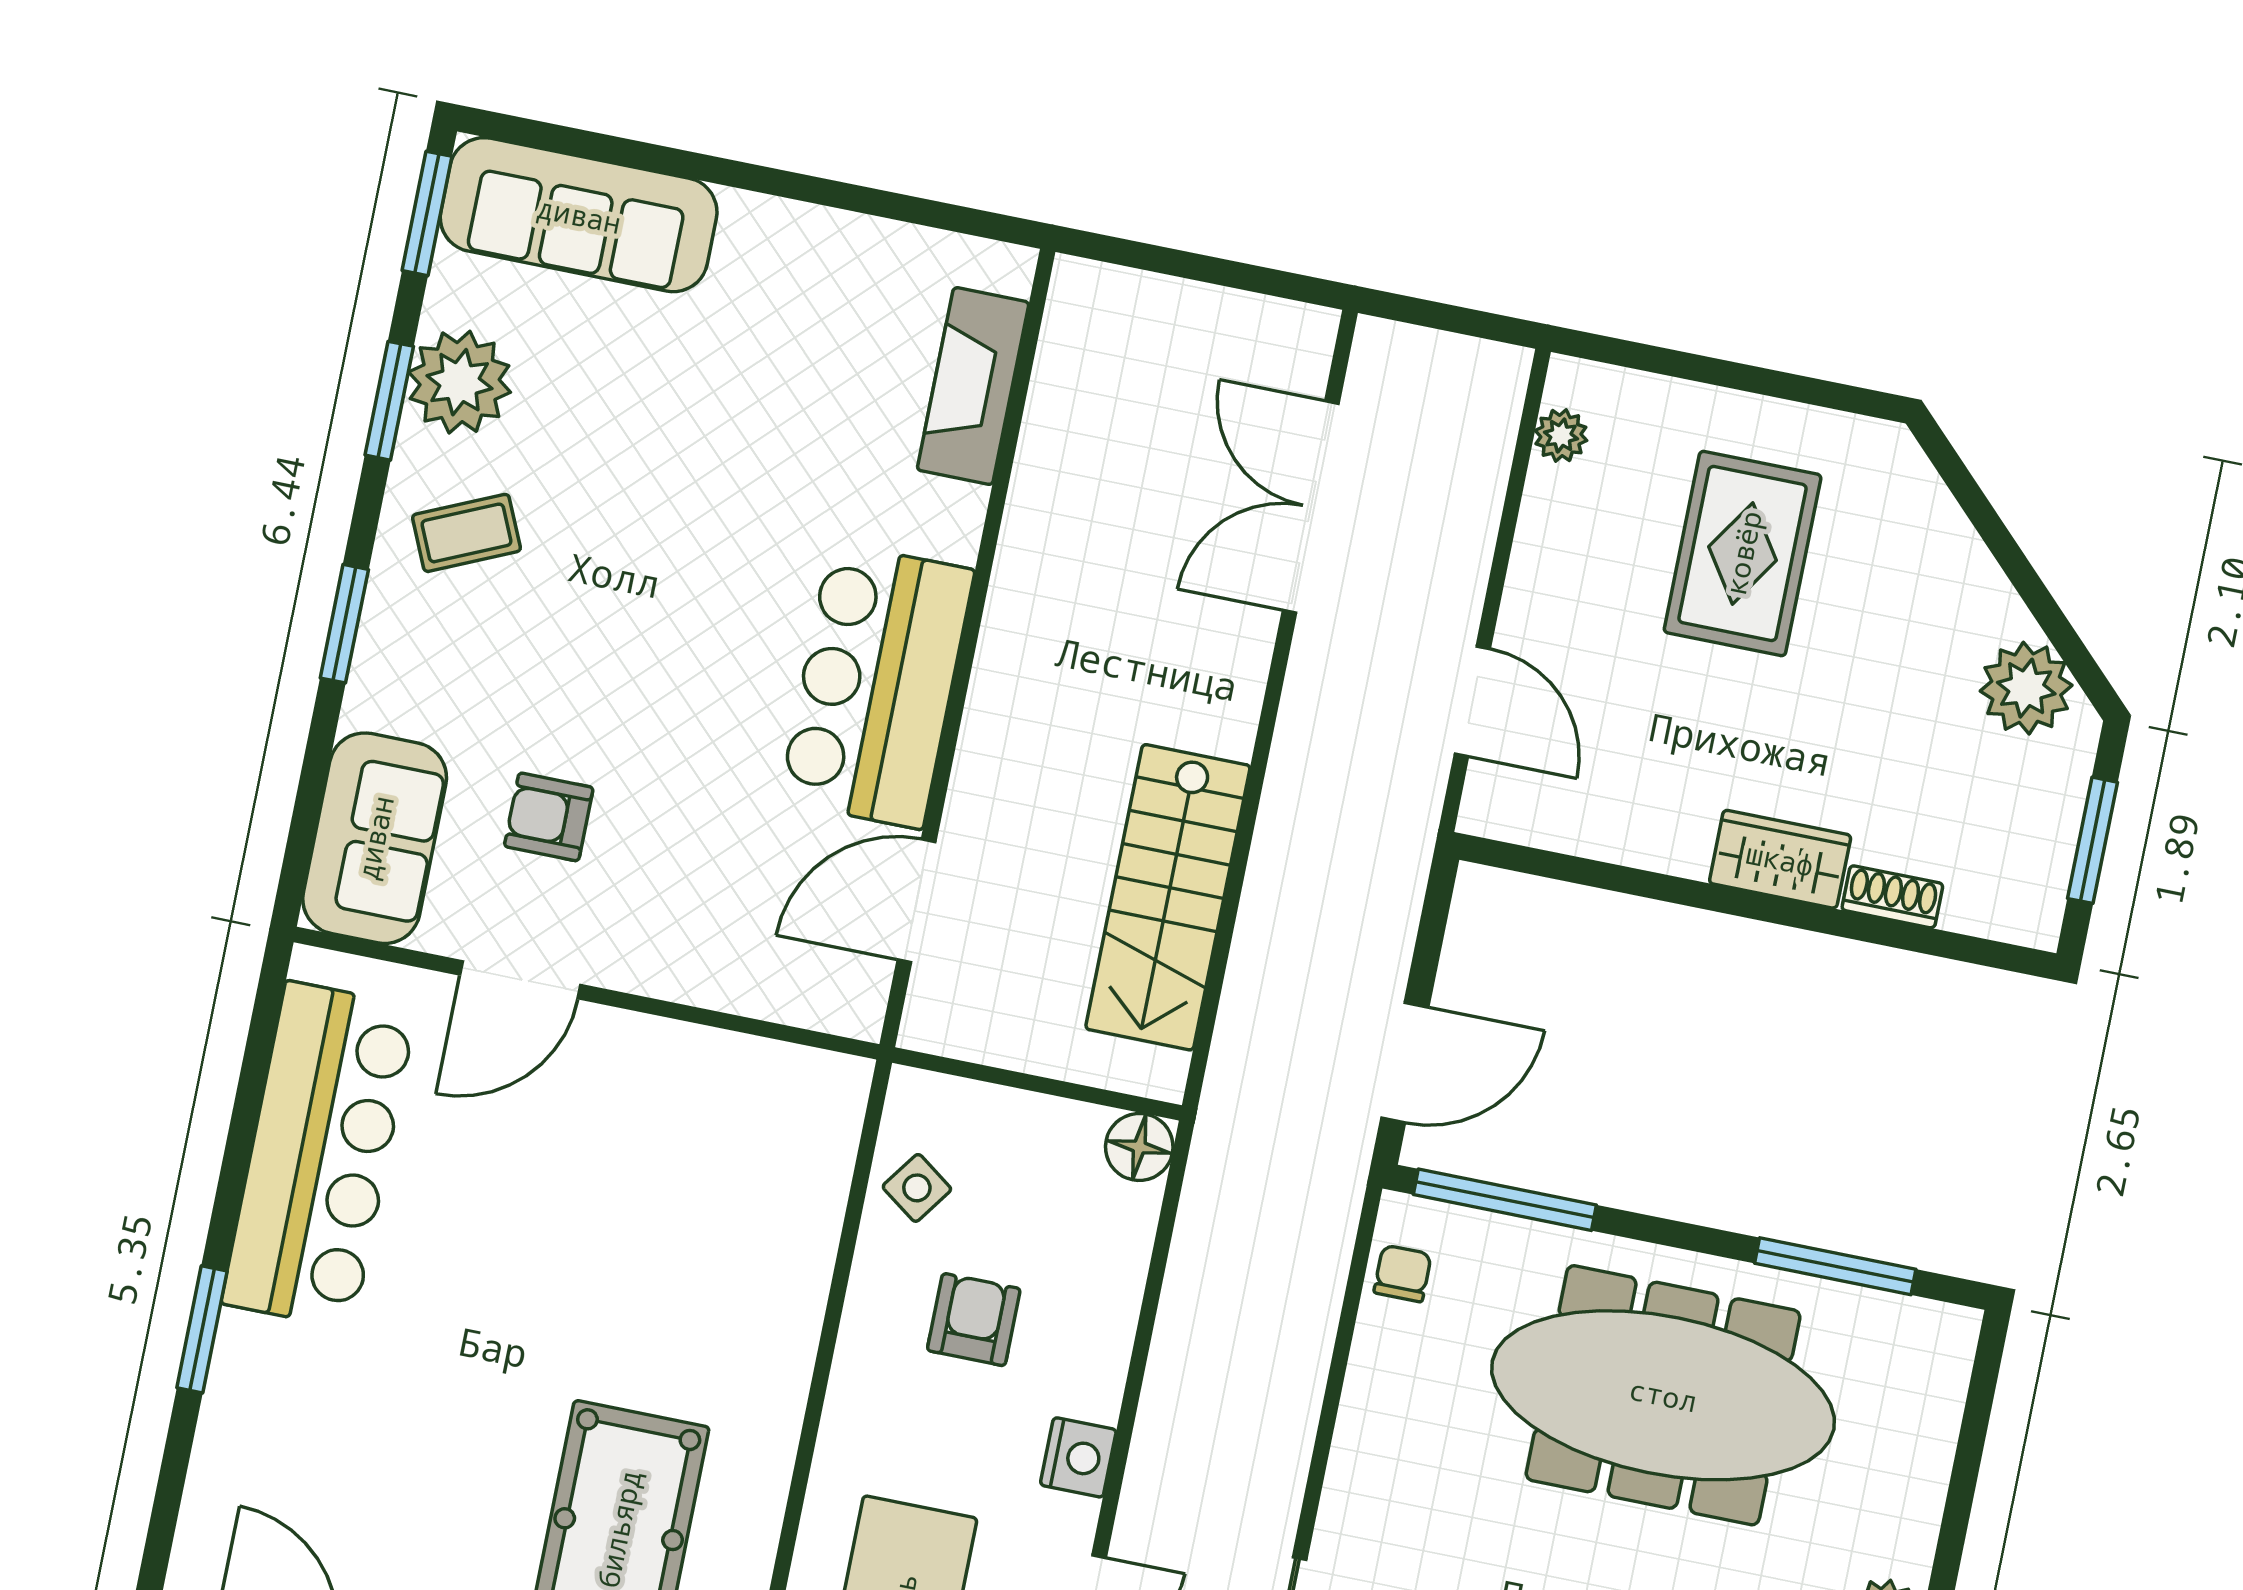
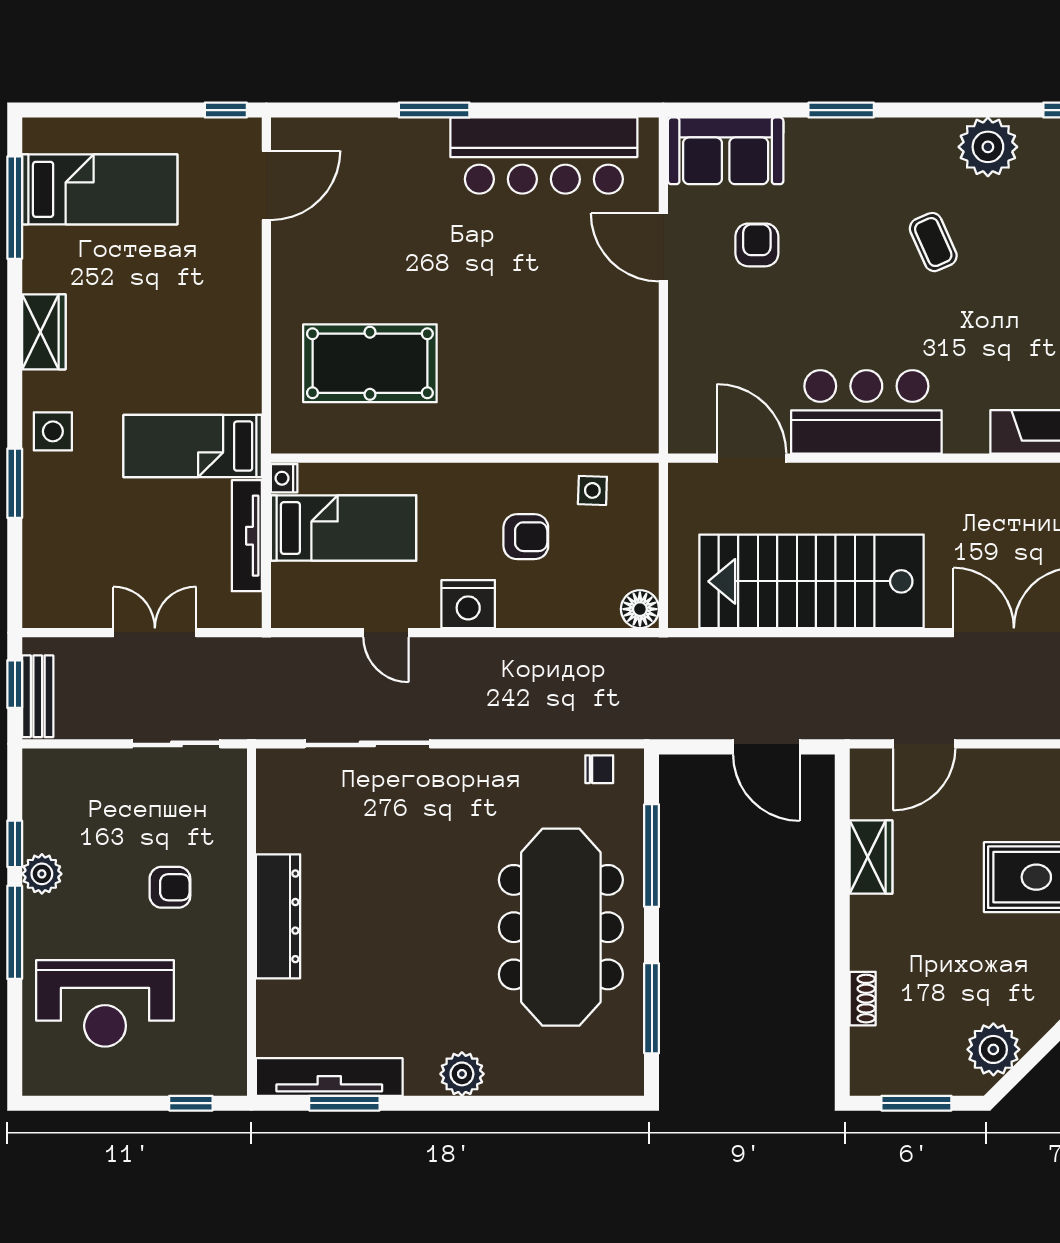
window: (389, 401) -> (970, 110), removed
coffee table: (466, 533) -> (933, 242), moved
wardrobe: (1780, 859) -> (871, 857), moved
stairs: (1168, 897) -> (811, 581), width x1.36, depth x1.51
door: (1405, 1063) -> (766, 747), moved
side table: (917, 1188) -> (592, 490), turned -34
window: (1505, 1200) -> (652, 856), moved
nightstand: (1078, 1457) -> (468, 604), width x1.36, depth x1.33

